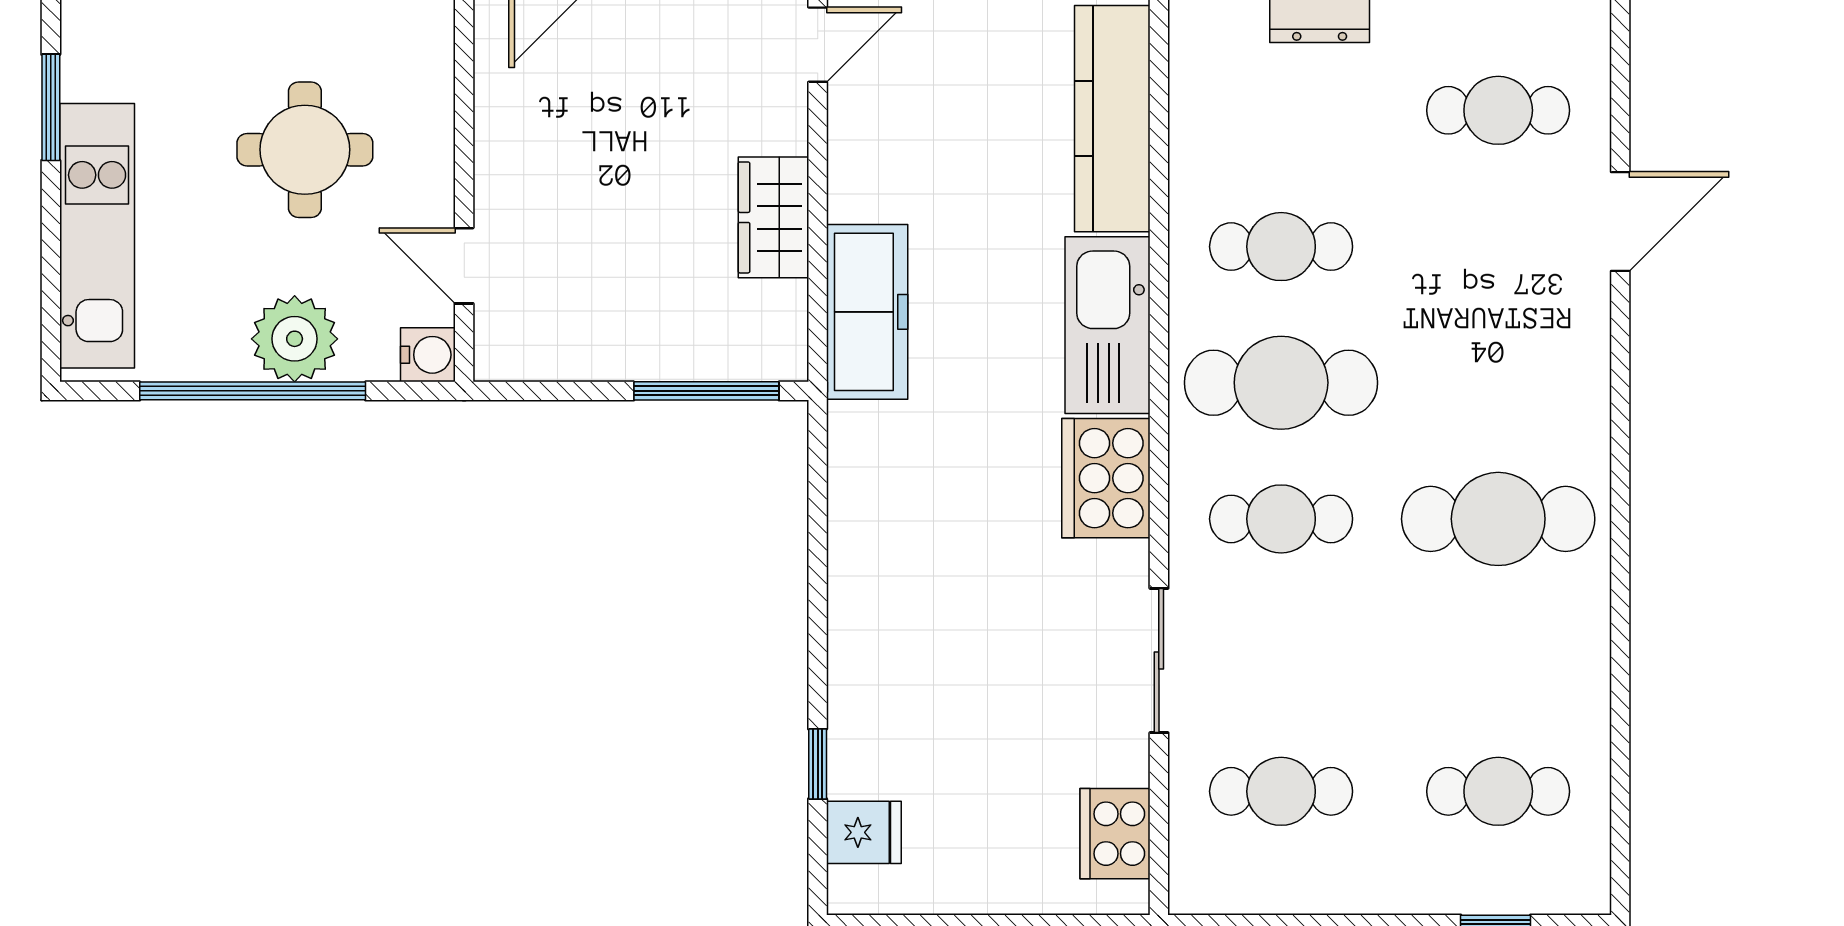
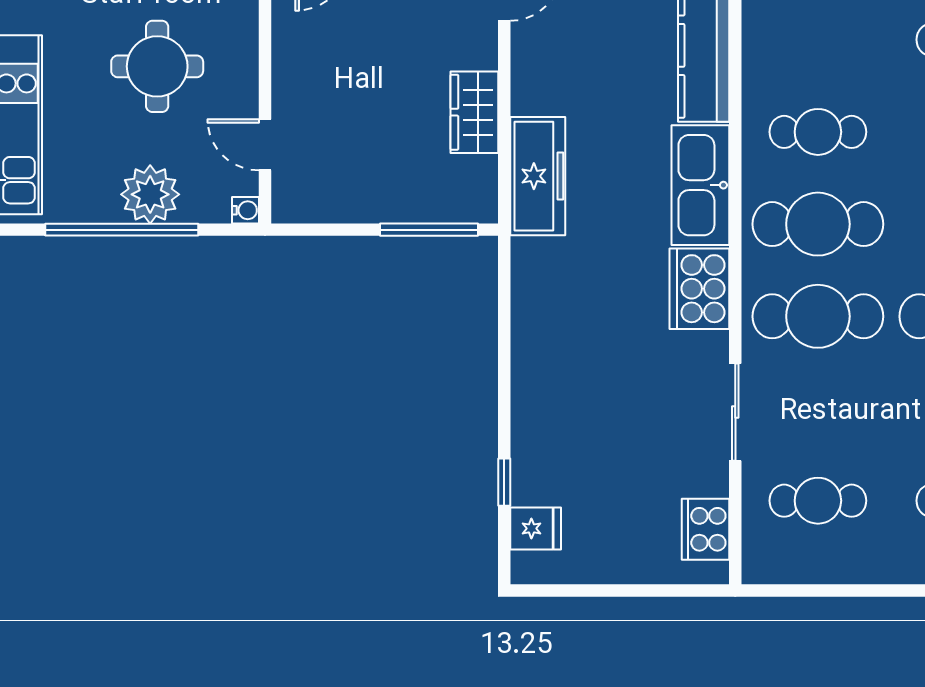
water cooler: (428, 355) -> (246, 210), width x0.72, depth x0.72
cafe table: (1281, 519) -> (818, 316), width x1.37, depth x1.35

